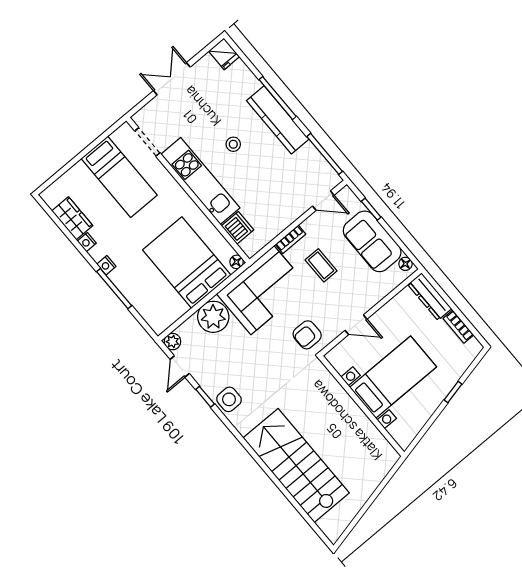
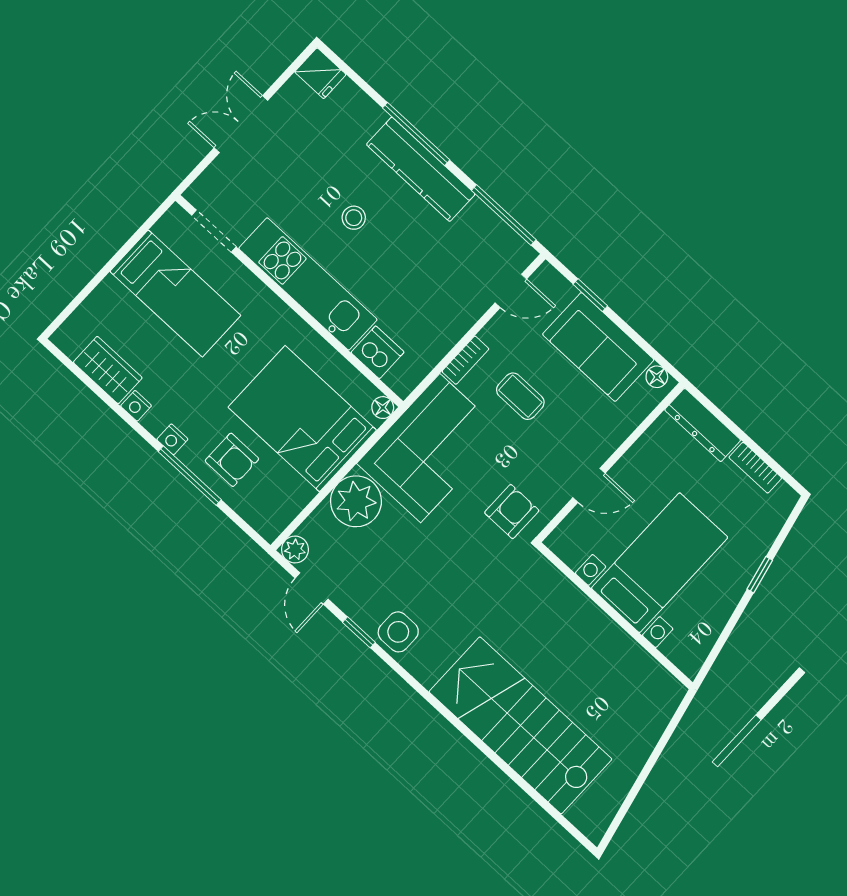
armchair: (141, 282) -> (232, 460), added
armchair: (307, 335) -> (512, 512), turned 180

